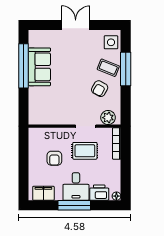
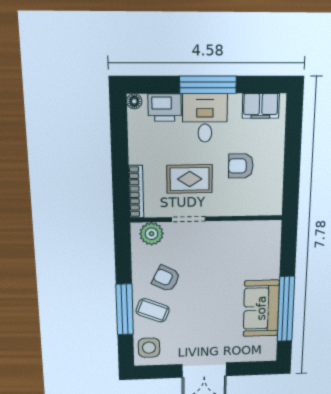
armchair: (100, 89) -> (166, 278), turned -92
armchair: (54, 158) -> (241, 166), turned -90

